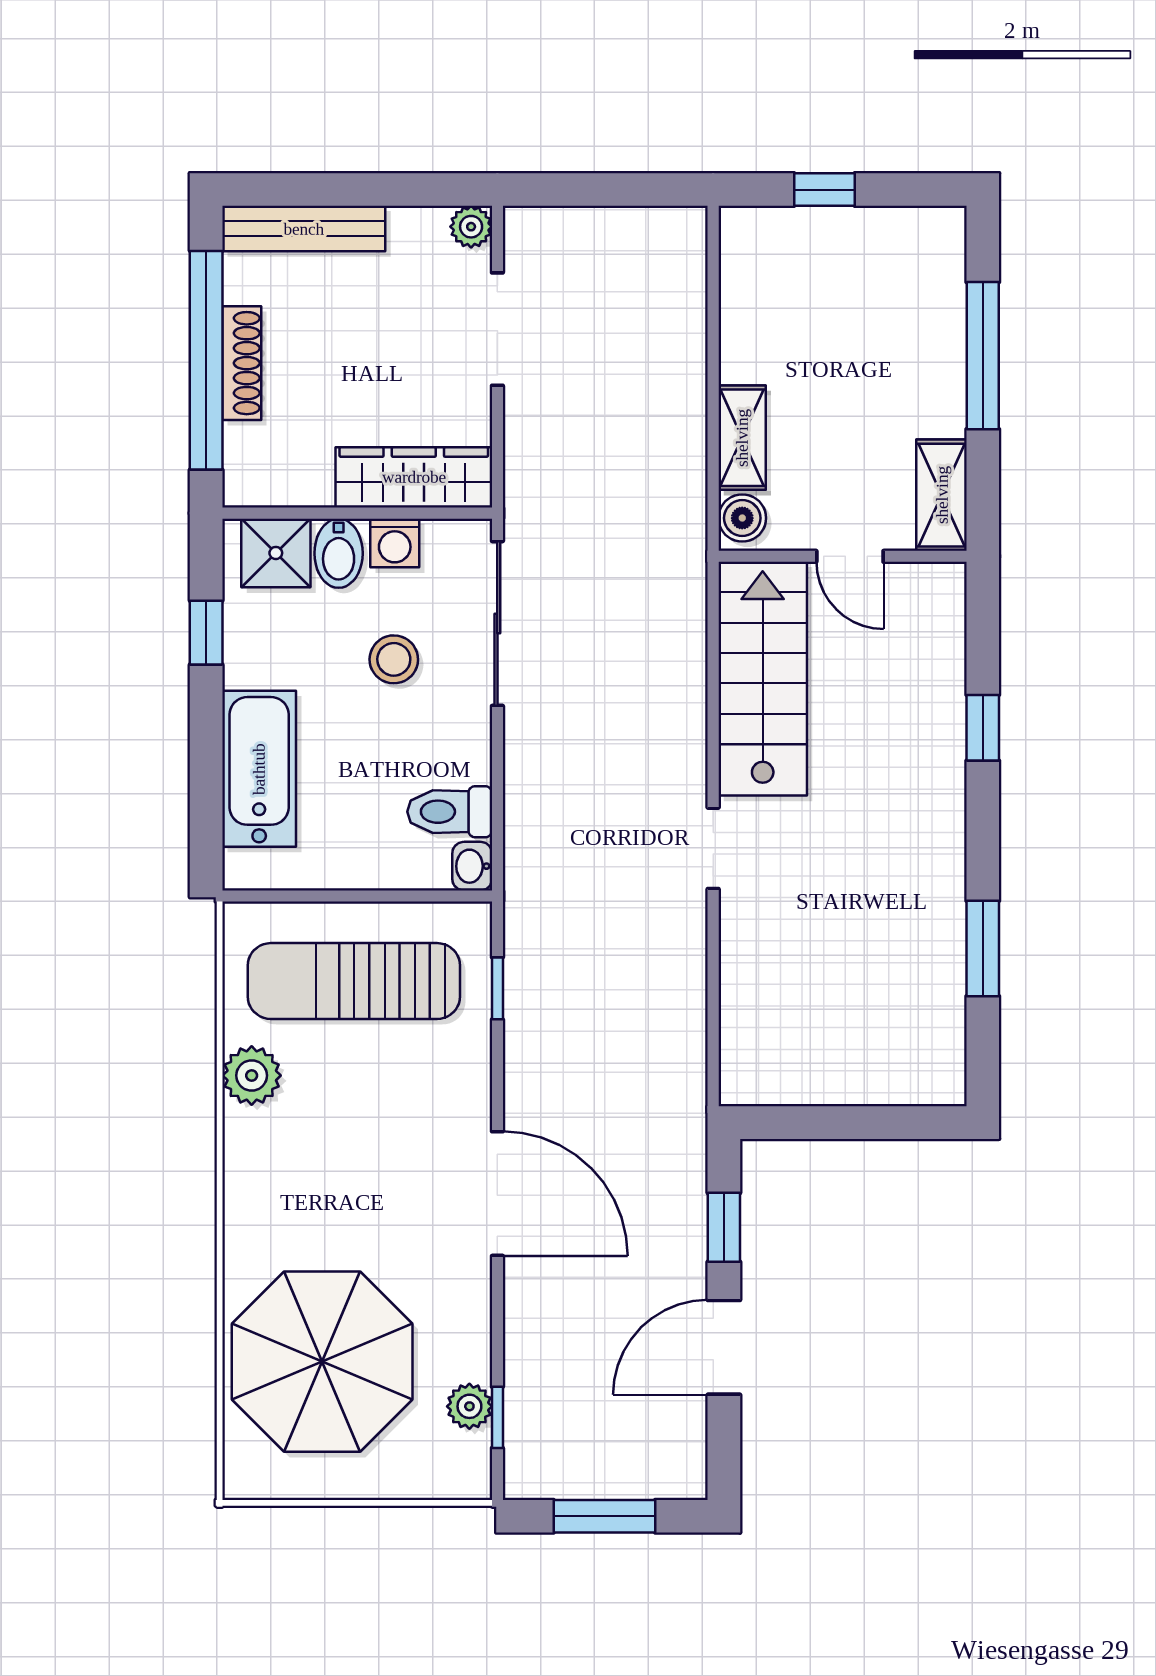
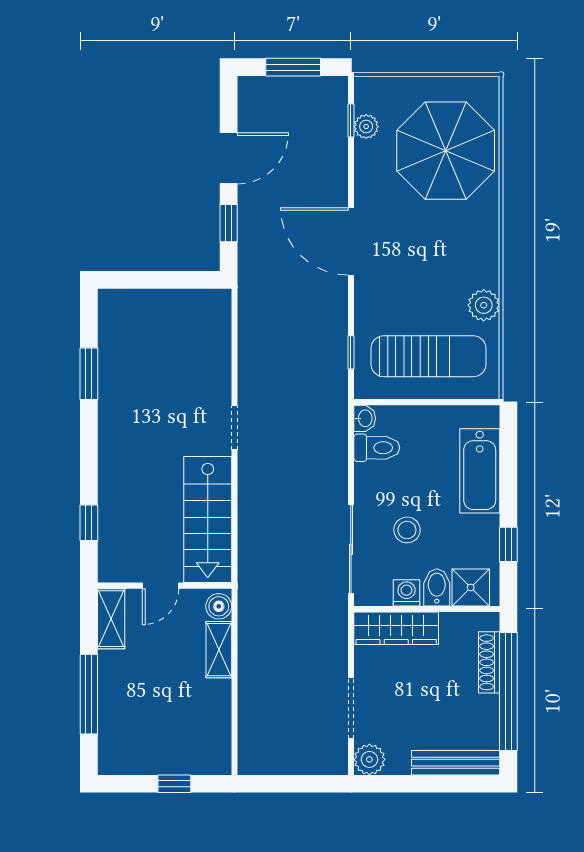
plant: (471, 227) -> (369, 759), width x1.38, depth x1.38
shoe rack: (242, 363) -> (489, 662), moved
door: (850, 556) -> (161, 586), swing flipped
window: (983, 728) -> (89, 523), moved

